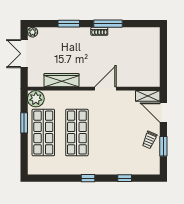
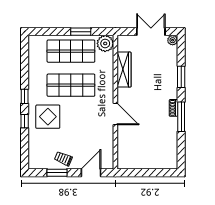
shelving: (148, 96) -> (108, 157), removed
display table: (108, 155) -> (48, 117), added
window: (125, 178) -> (25, 121), moved

